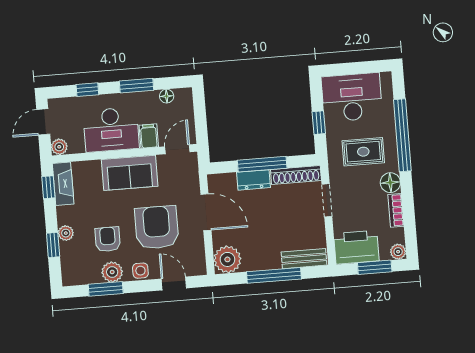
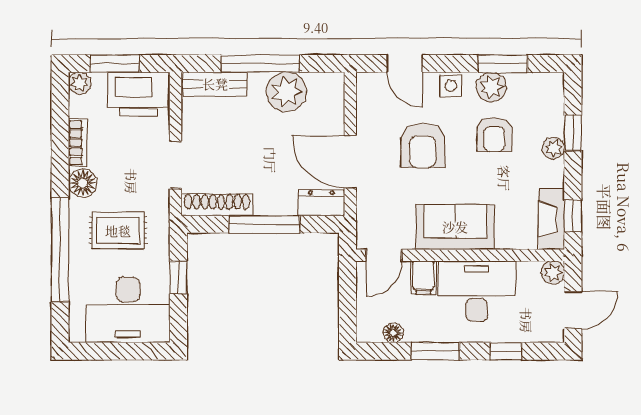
dresser: (254, 180) -> (321, 203), moved
armchair: (157, 228) -> (423, 146), width x0.73, depth x0.73
plant: (227, 259) -> (286, 92), moved

